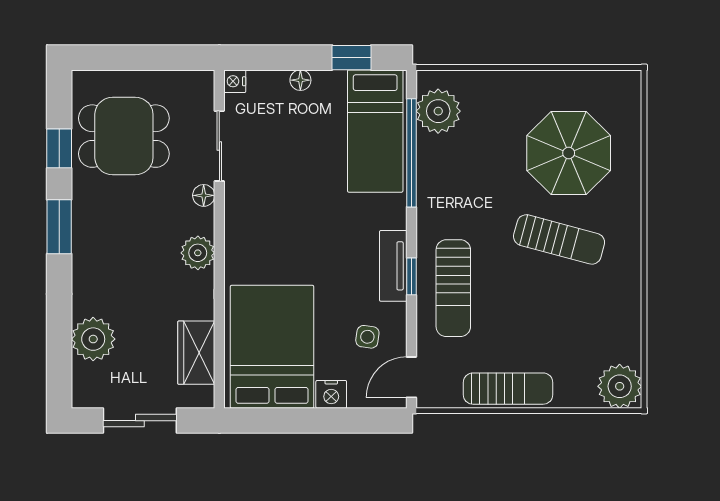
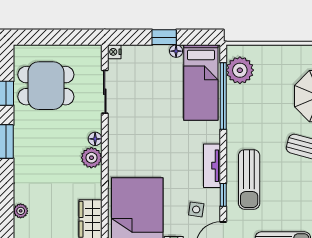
window: (352, 58) -> (164, 37), moved
floor lamp: (300, 80) -> (176, 51), moved
floor lamp: (204, 195) -> (95, 139), moved
window: (411, 276) -> (223, 195), moved
plant: (93, 339) -> (21, 211), width x0.53, depth x0.53

